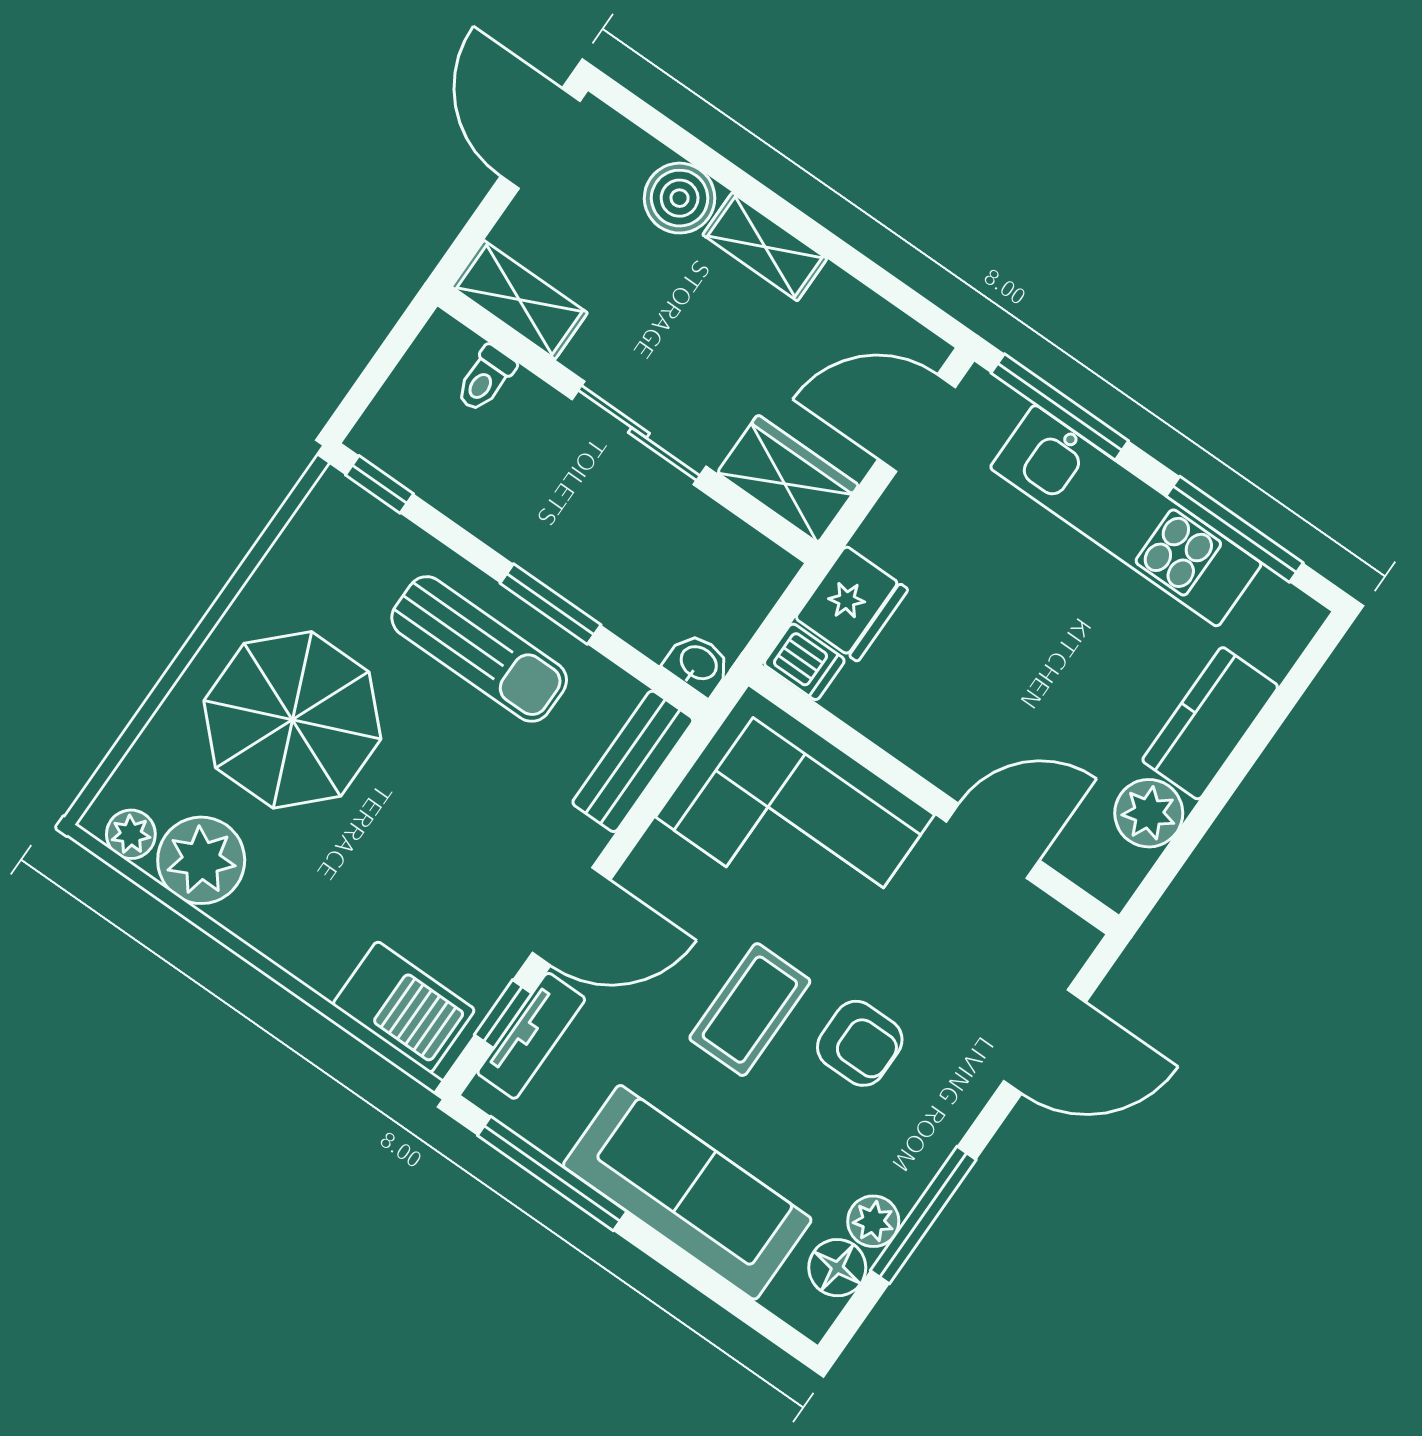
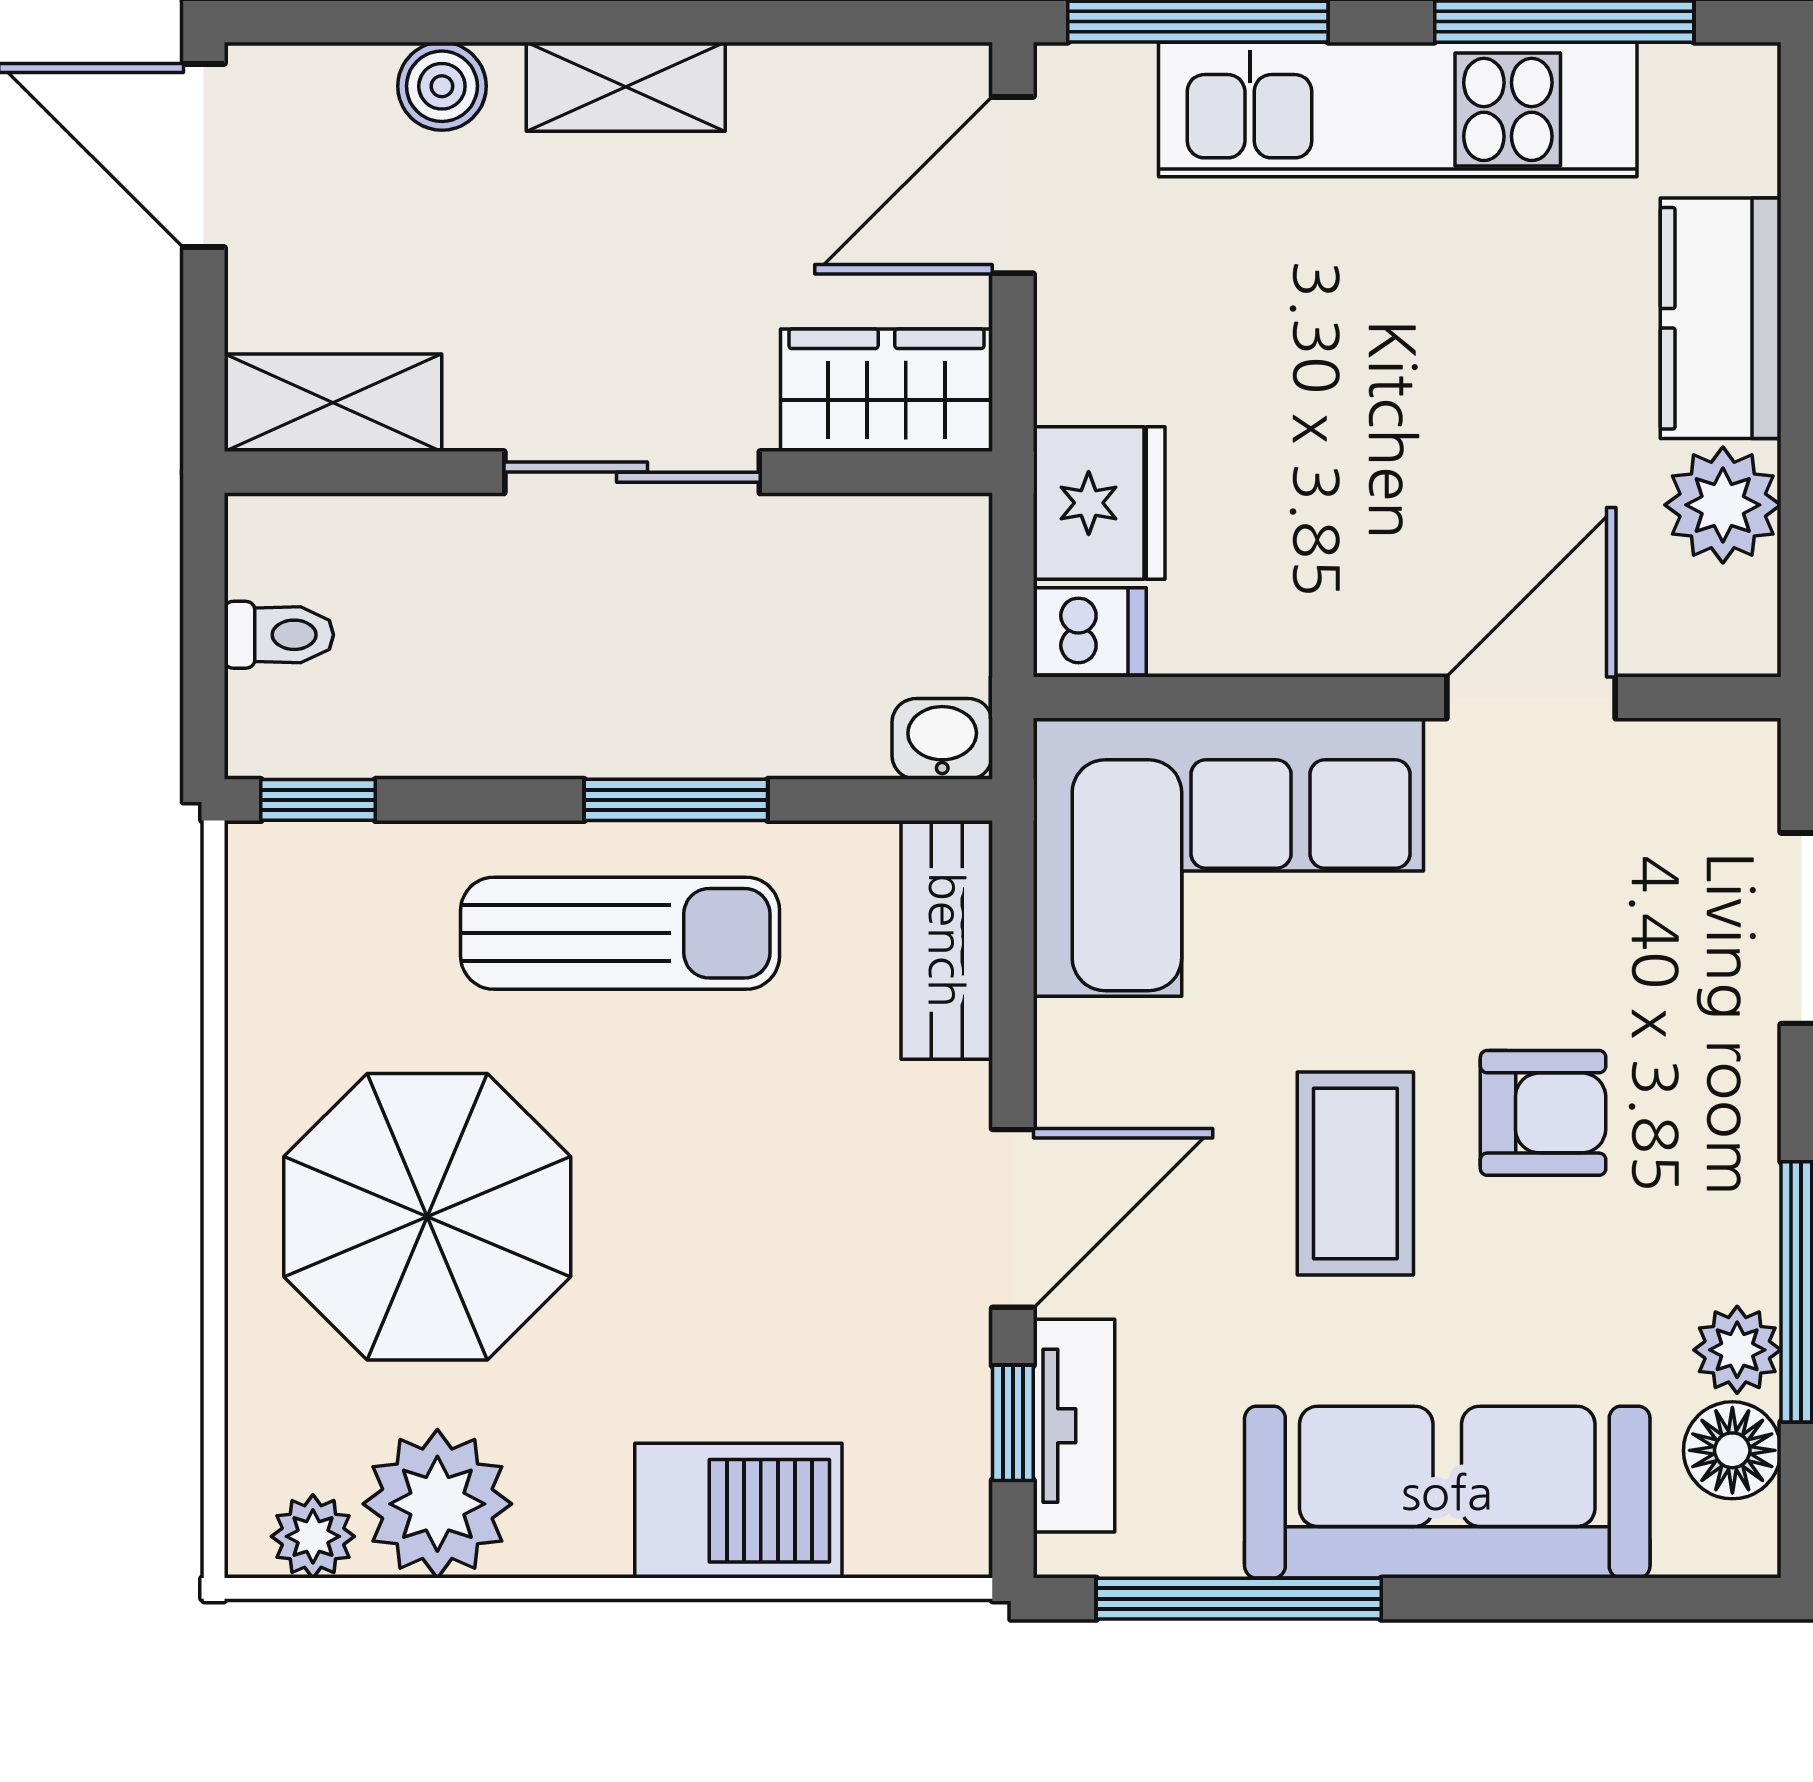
boiler: (680, 198) -> (442, 86), width x0.73, depth x0.73
toilet: (485, 379) -> (279, 635), moved, turned -90
barbecue: (404, 1007) -> (738, 1511), moved

